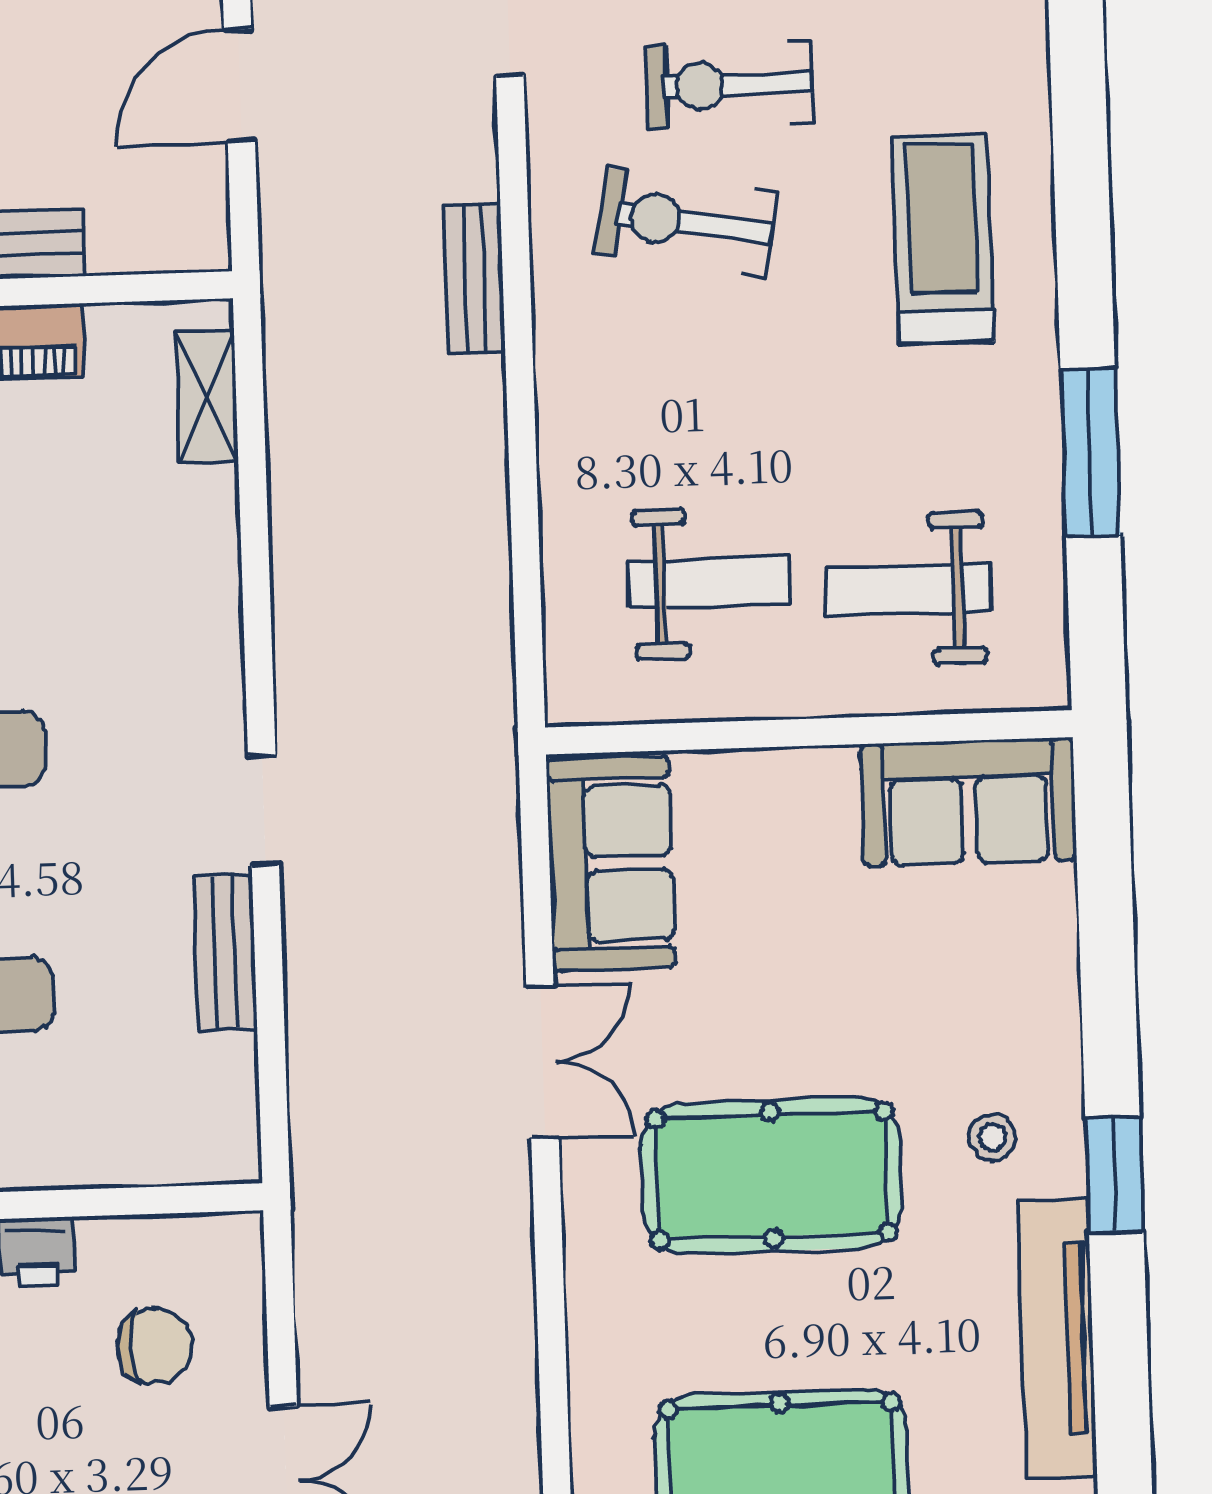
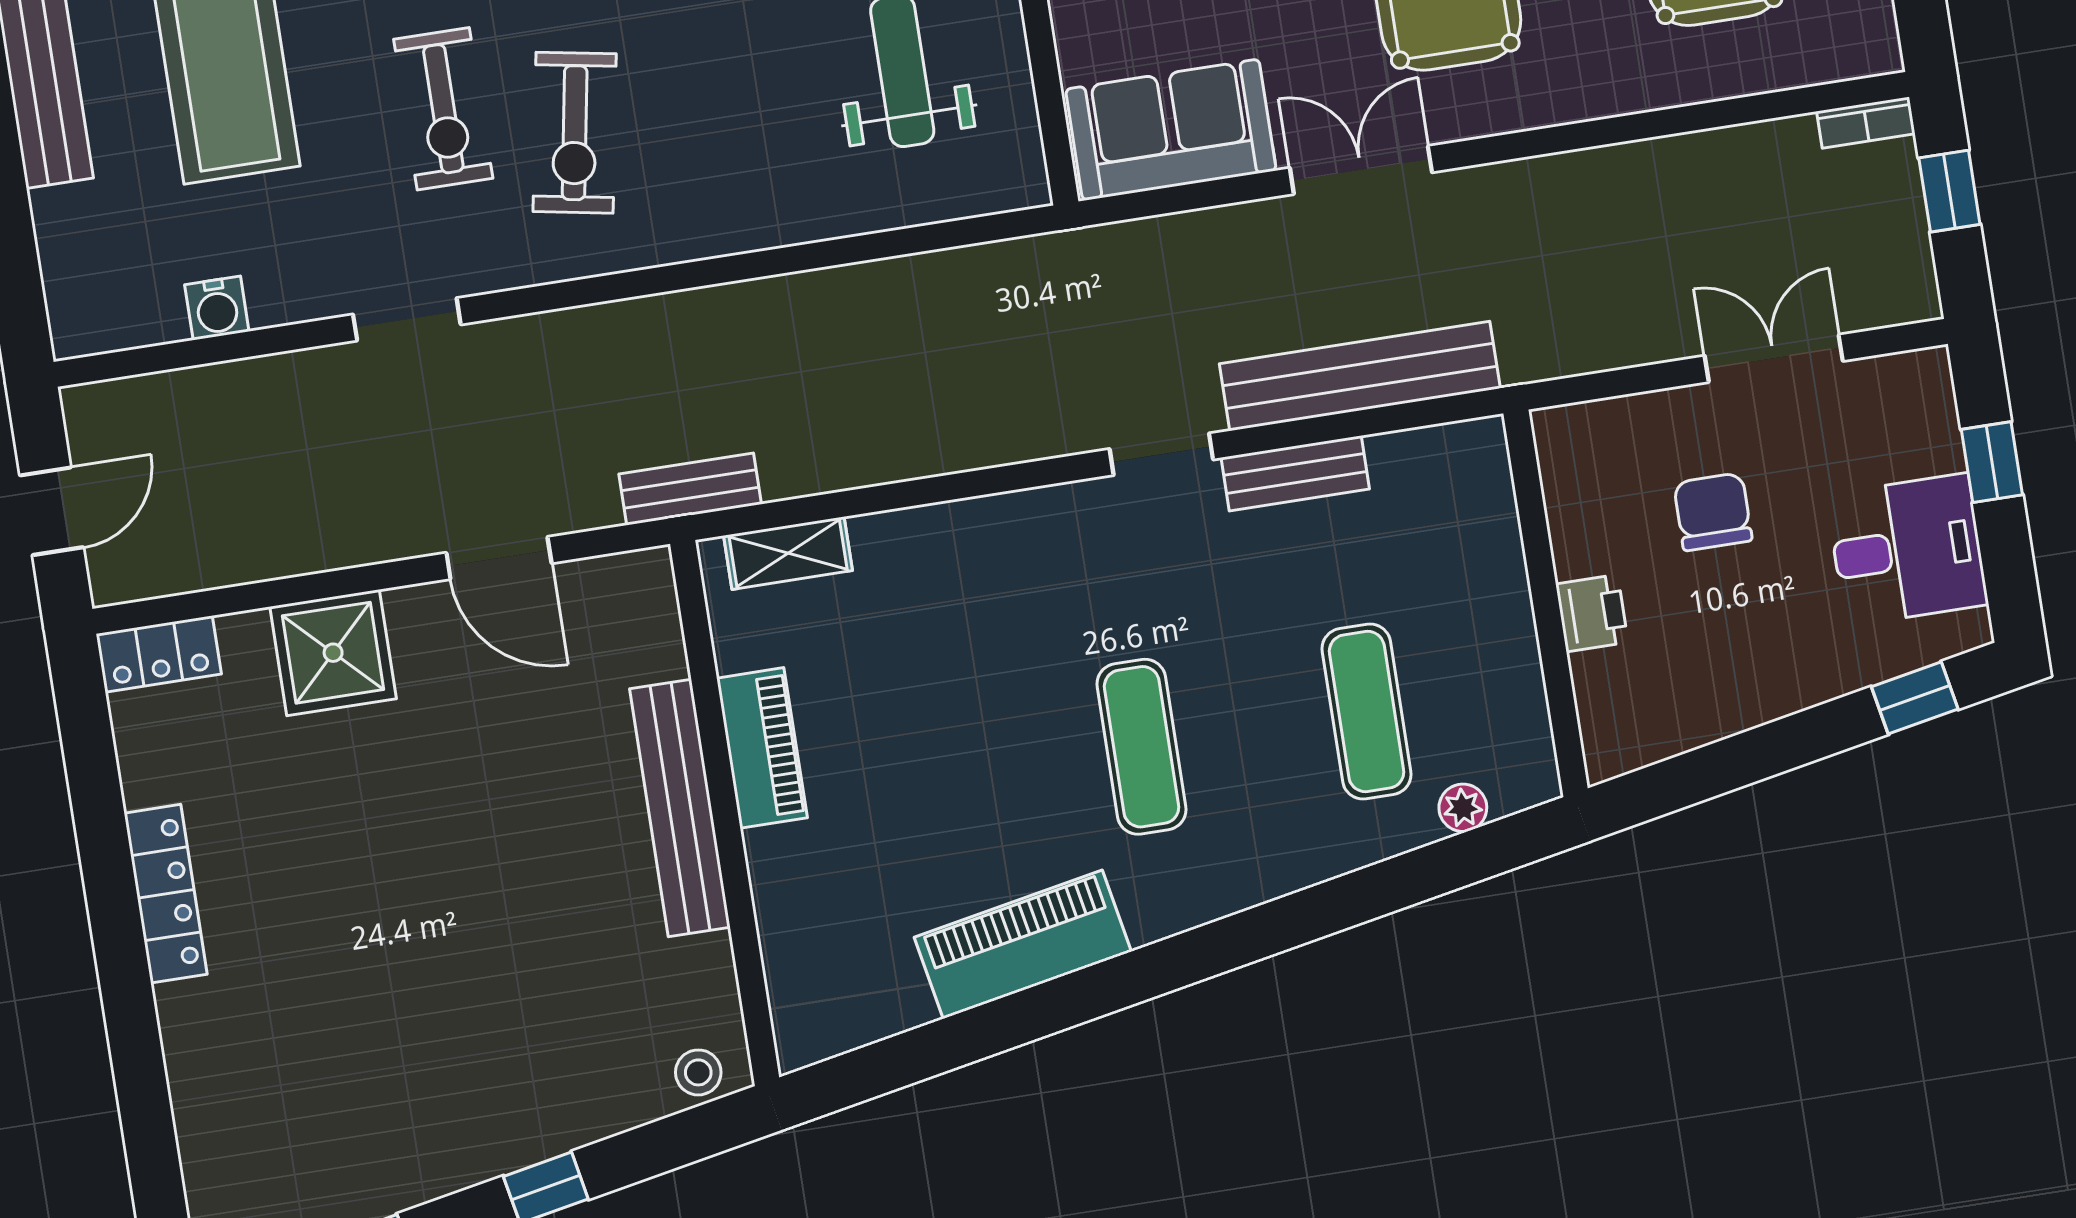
bench: (475, 279) -> (690, 489), moved
bench: (321, 1034) -> (1360, 376), added
chair: (154, 1346) -> (1713, 512), moved

